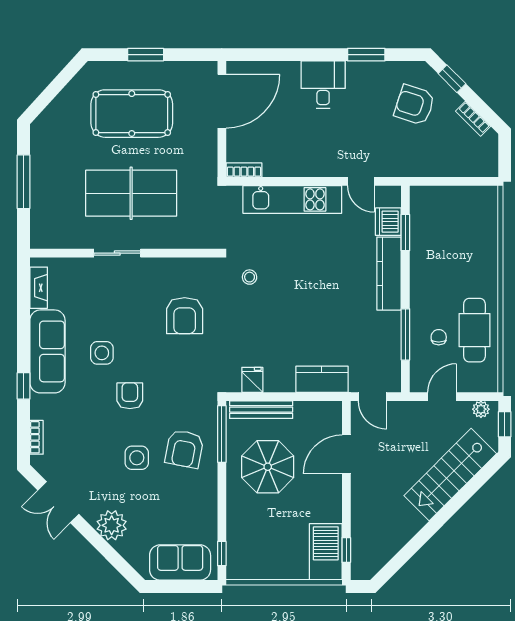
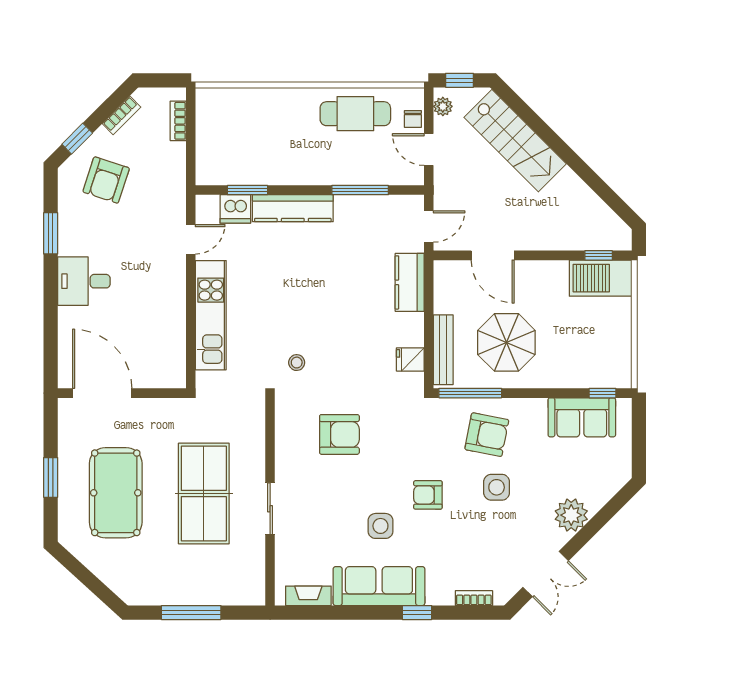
bookcase: (244, 170) -> (178, 121), moved
chair: (439, 337) -> (413, 119), moved, turned -90
sofa: (180, 562) -> (582, 417), moved, turned -90

